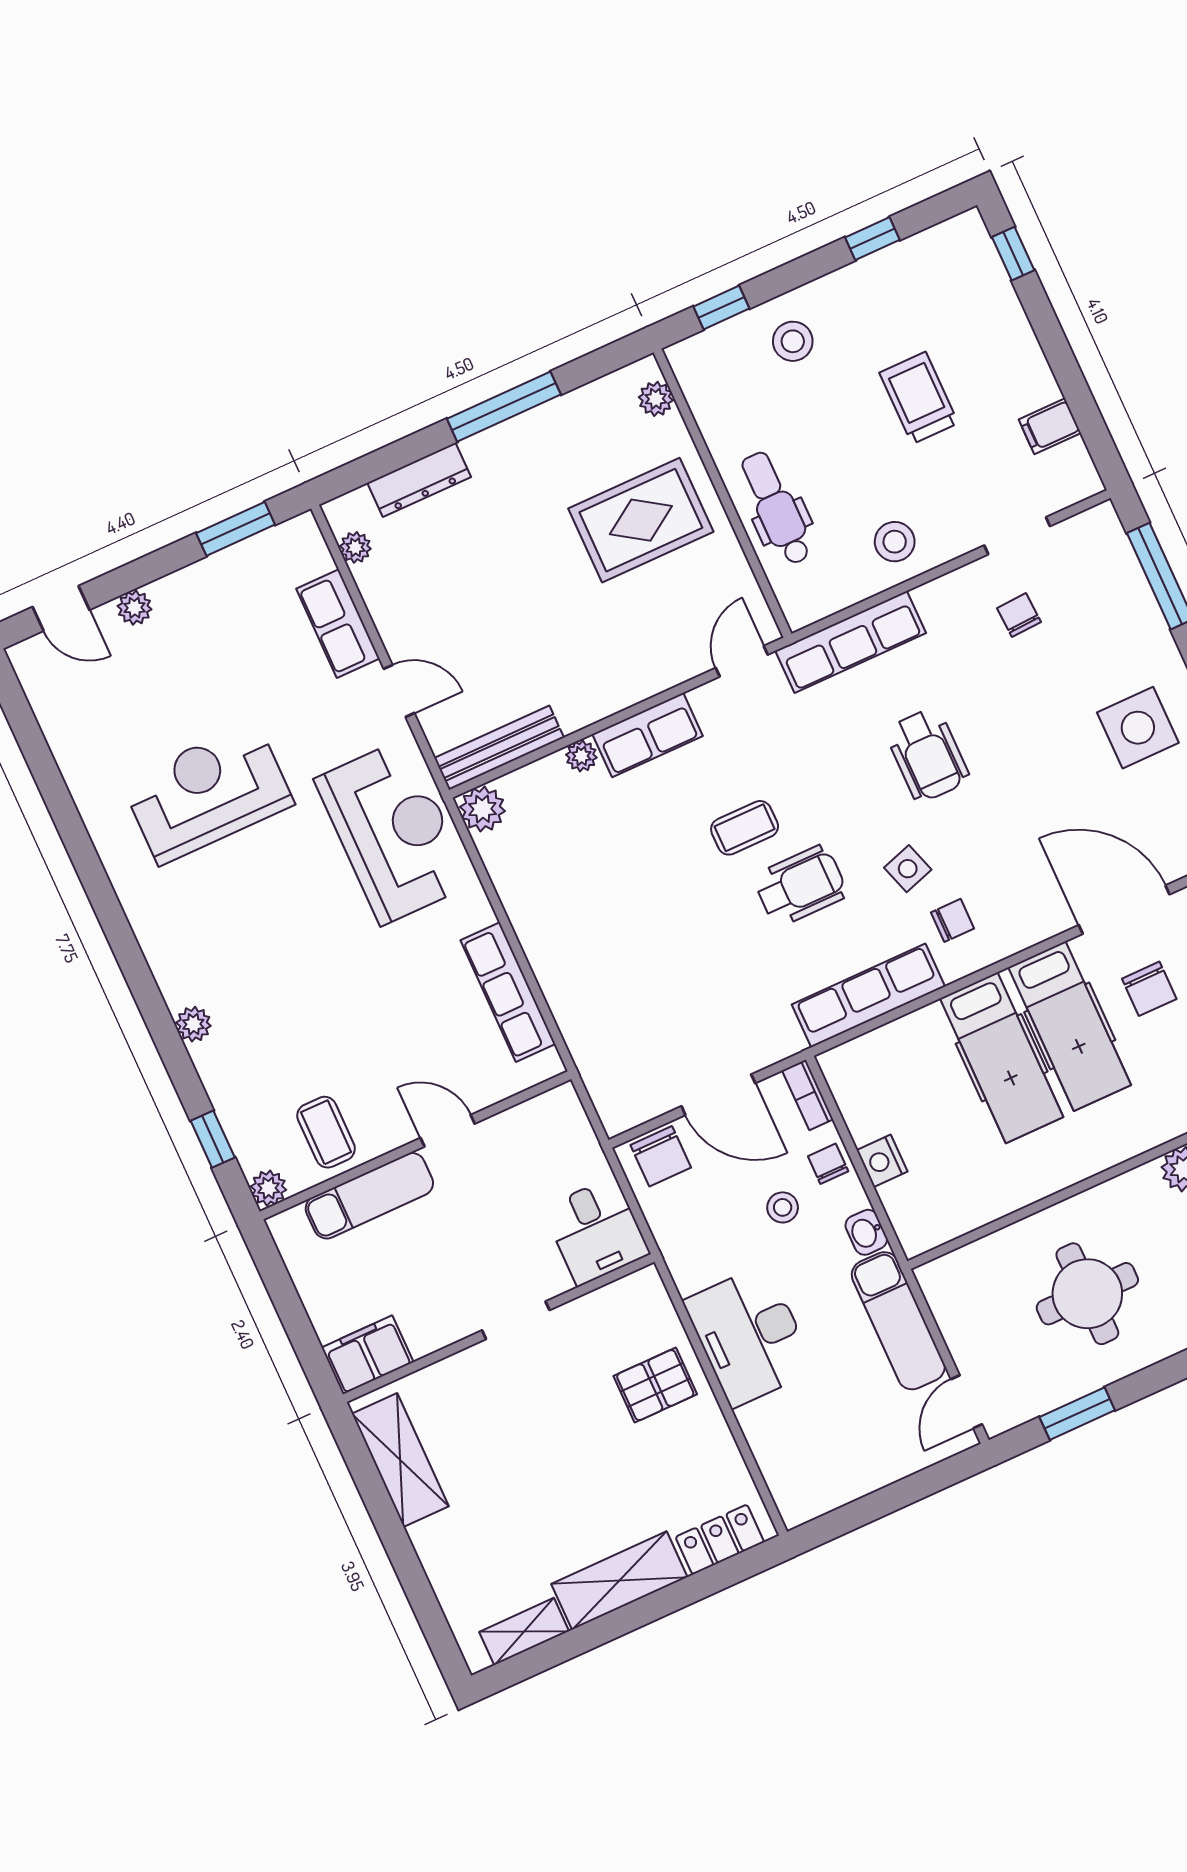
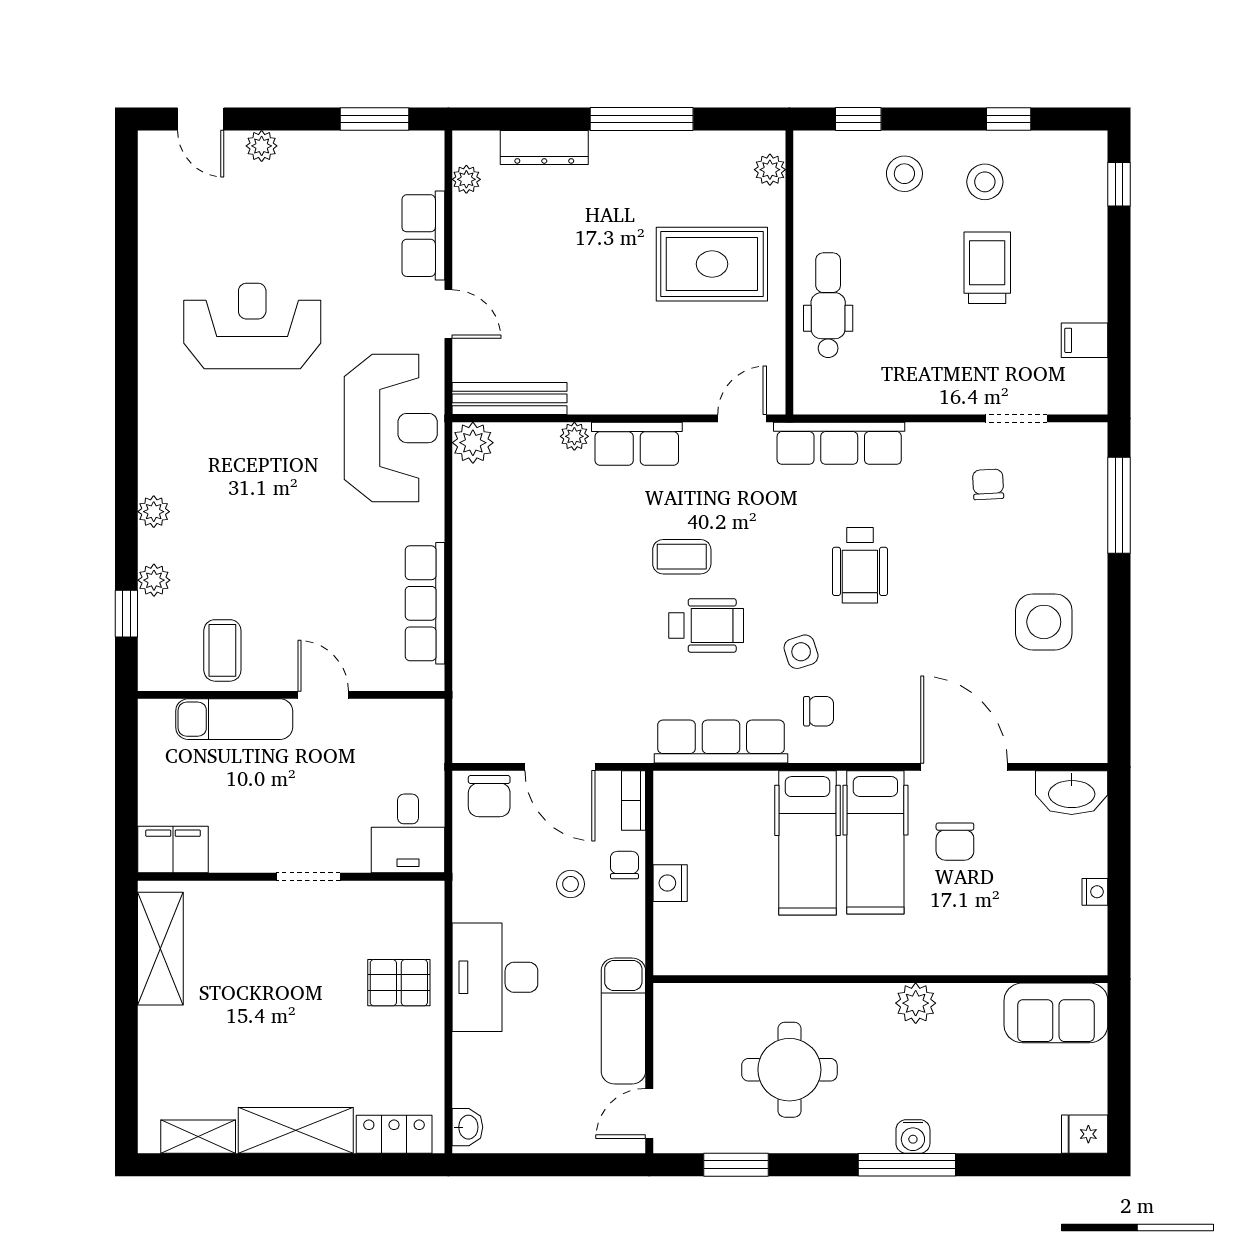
stool: (895, 542) -> (985, 182), moved
plant: (268, 1188) -> (154, 580), moved
washbasin: (866, 1232) -> (467, 1127), moved, turned 180

